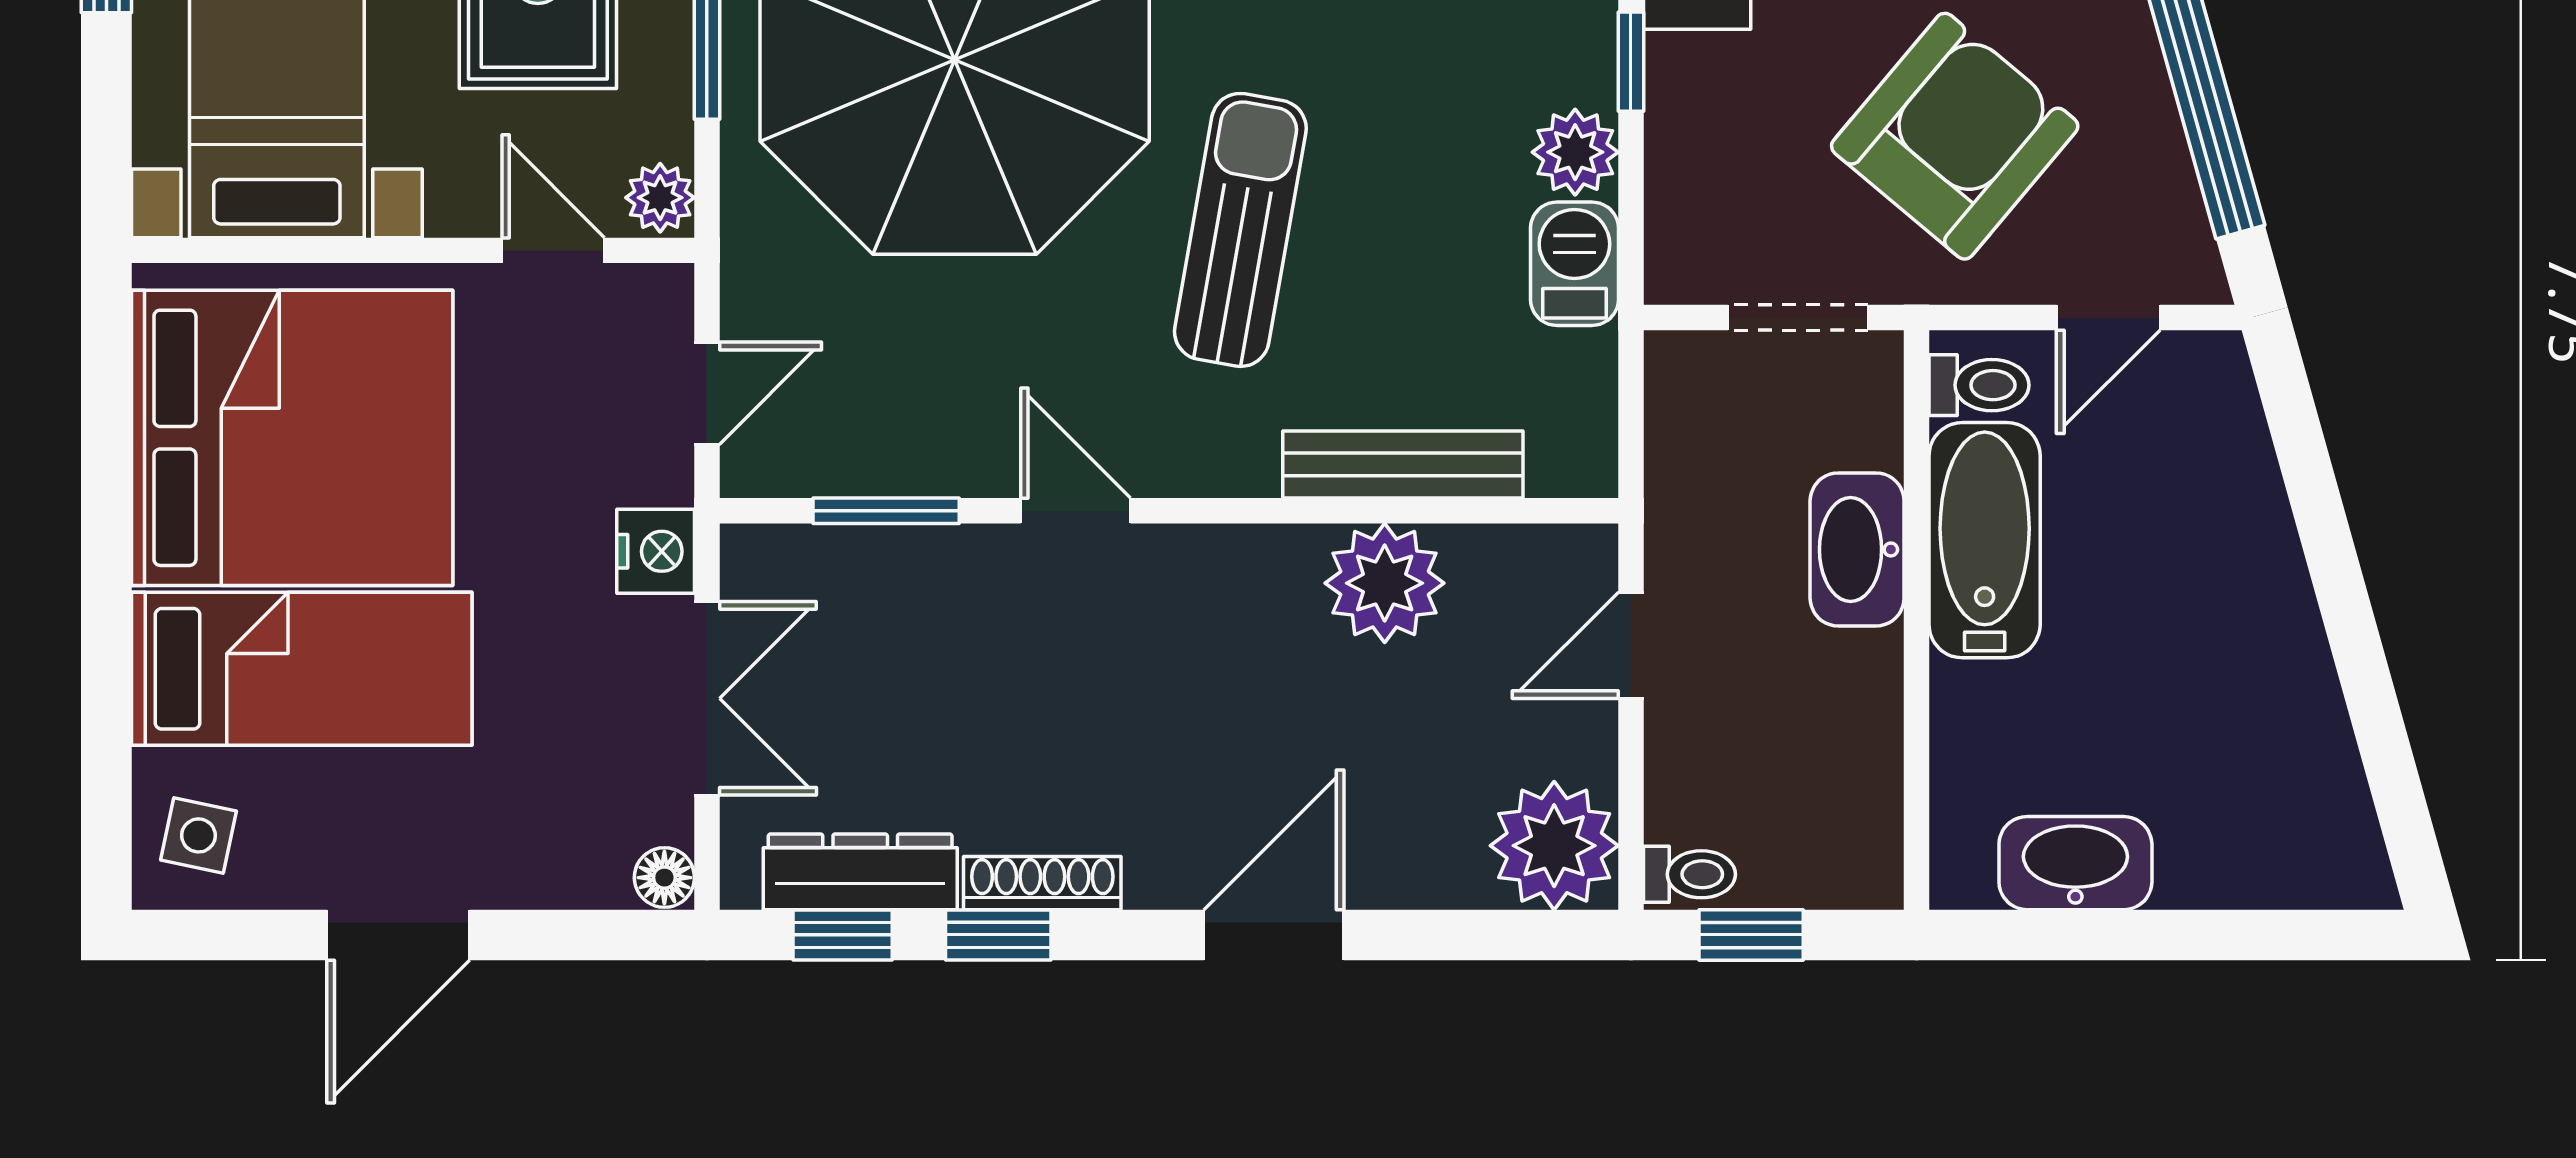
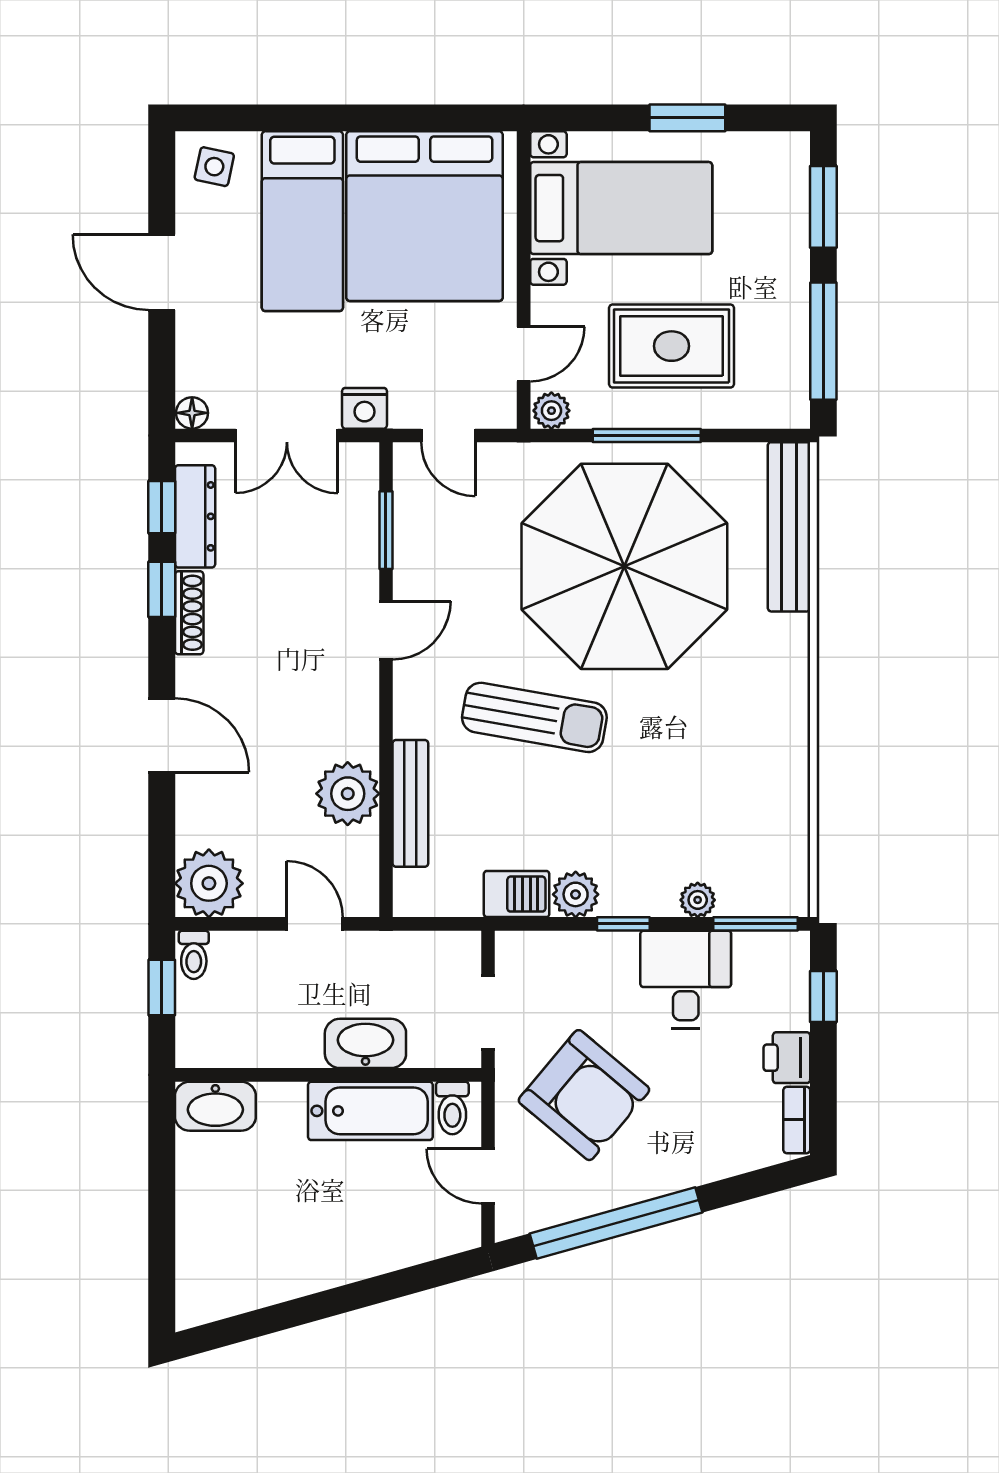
washbasin: (2075, 863) -> (215, 1106), moved, turned 90

